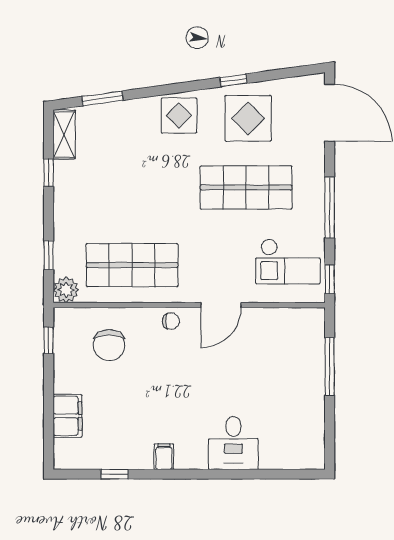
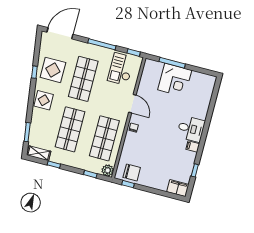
shop shelf: (132, 187) -> (70, 129), added
checkout: (288, 262) -> (121, 69), turned 180
chair: (109, 345) -> (132, 173), moved
corner desk: (295, 382) -> (175, 80), added
filing cabinet: (68, 416) -> (178, 188), moved
desk: (233, 443) -> (191, 129), moved

